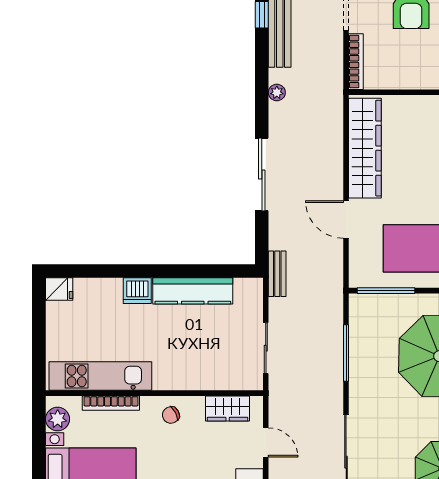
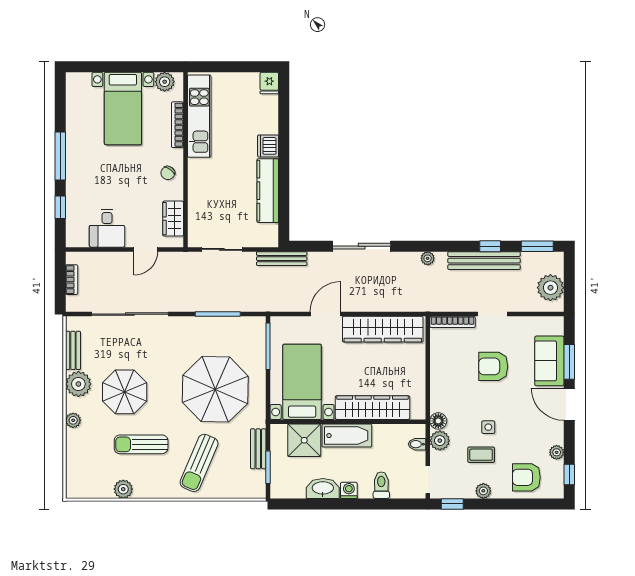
bench: (277, 274) -> (282, 259), width x1.36
chair: (171, 415) -> (168, 173), turned -116

